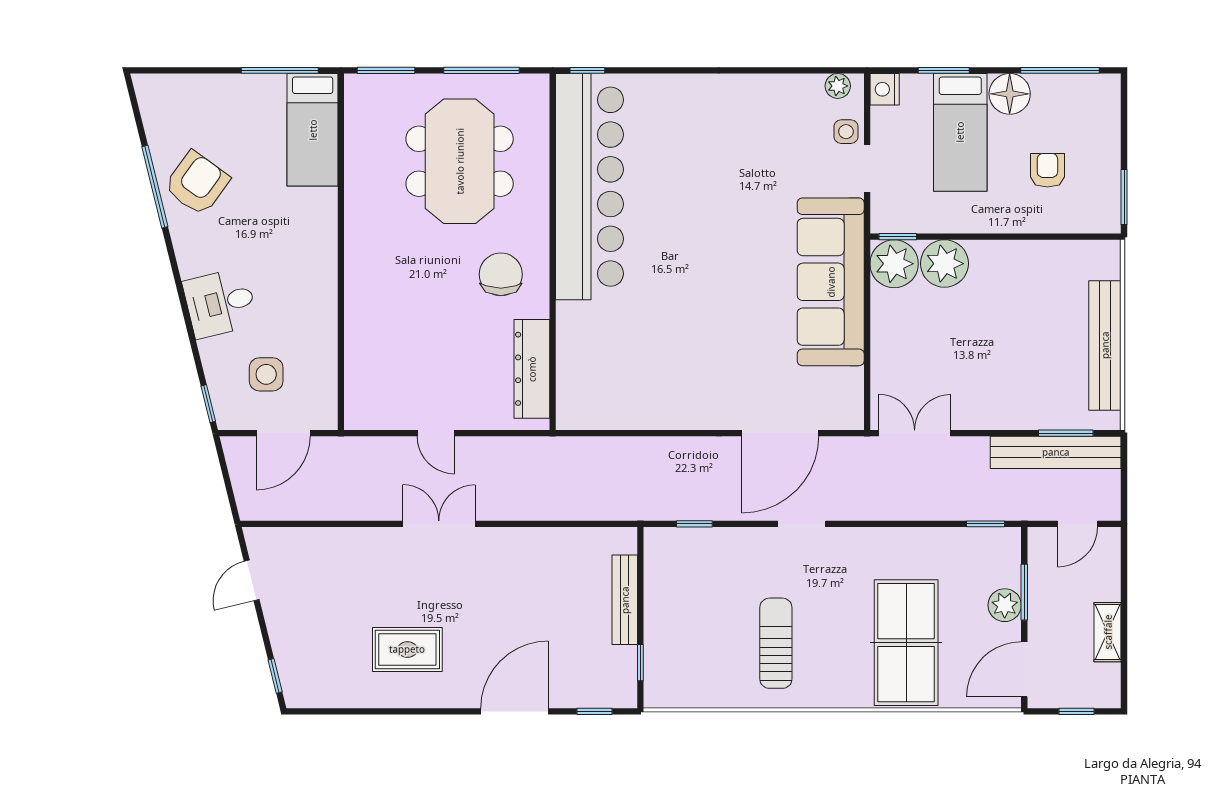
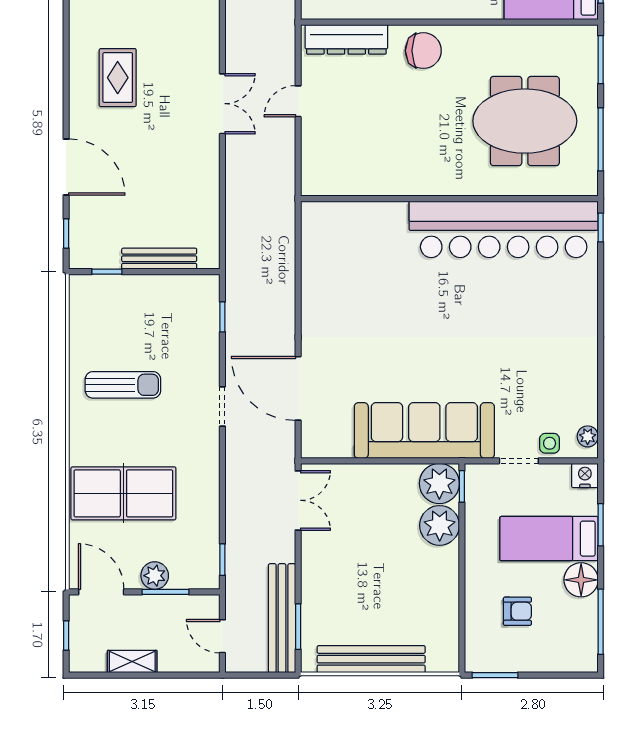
chair: (501, 274) -> (423, 51), moved
dresser: (532, 369) -> (346, 39), moved, turned 180

